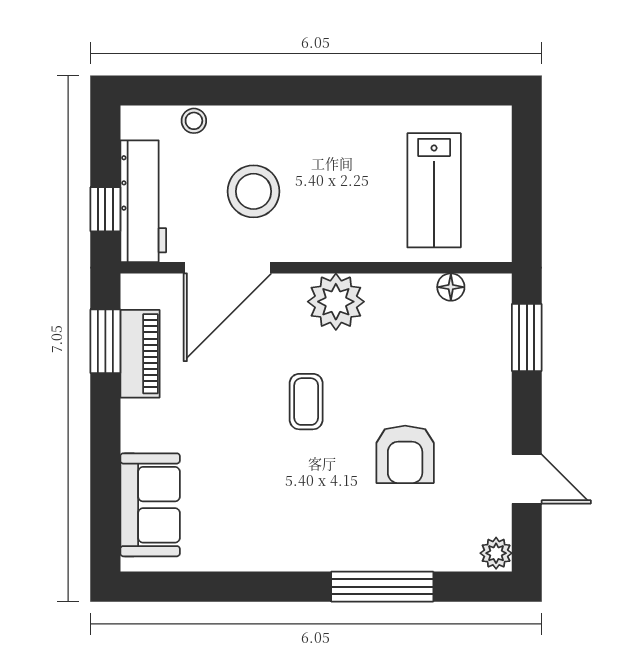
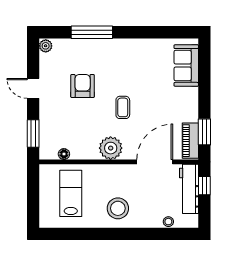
stool: (254, 191) -> (118, 208), moved
piano: (140, 354) -> (190, 141), moved
door: (527, 479) -> (33, 88), moved

